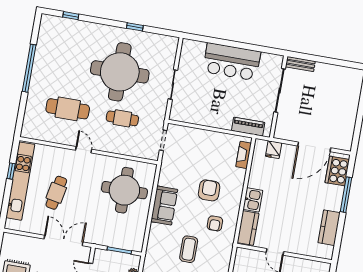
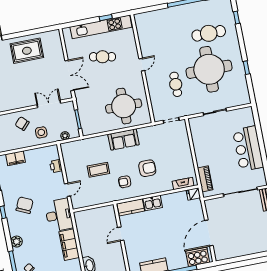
cafe table: (68, 109) -> (209, 33), moved, turned 90
door: (314, 147) -> (209, 233), hinge flipped
fridge: (274, 150) -> (193, 194), moved

